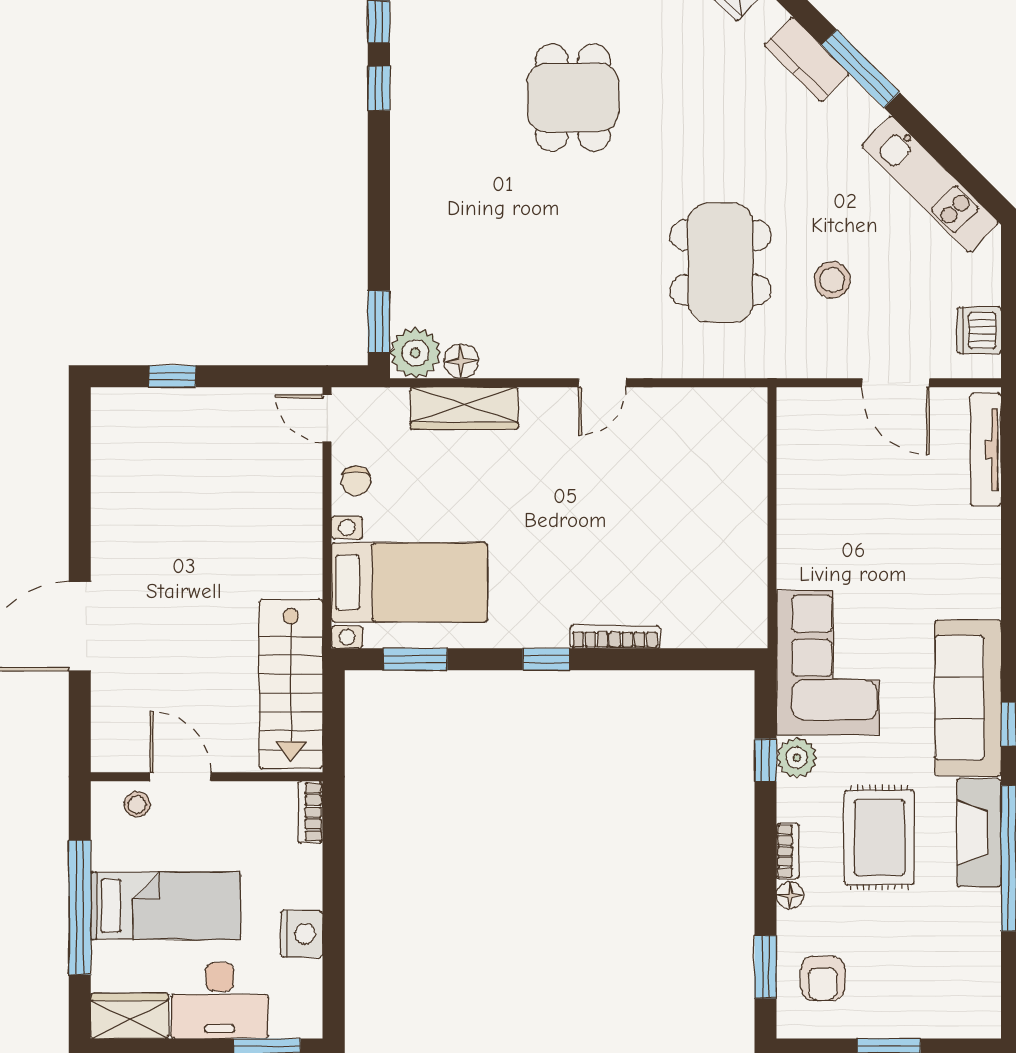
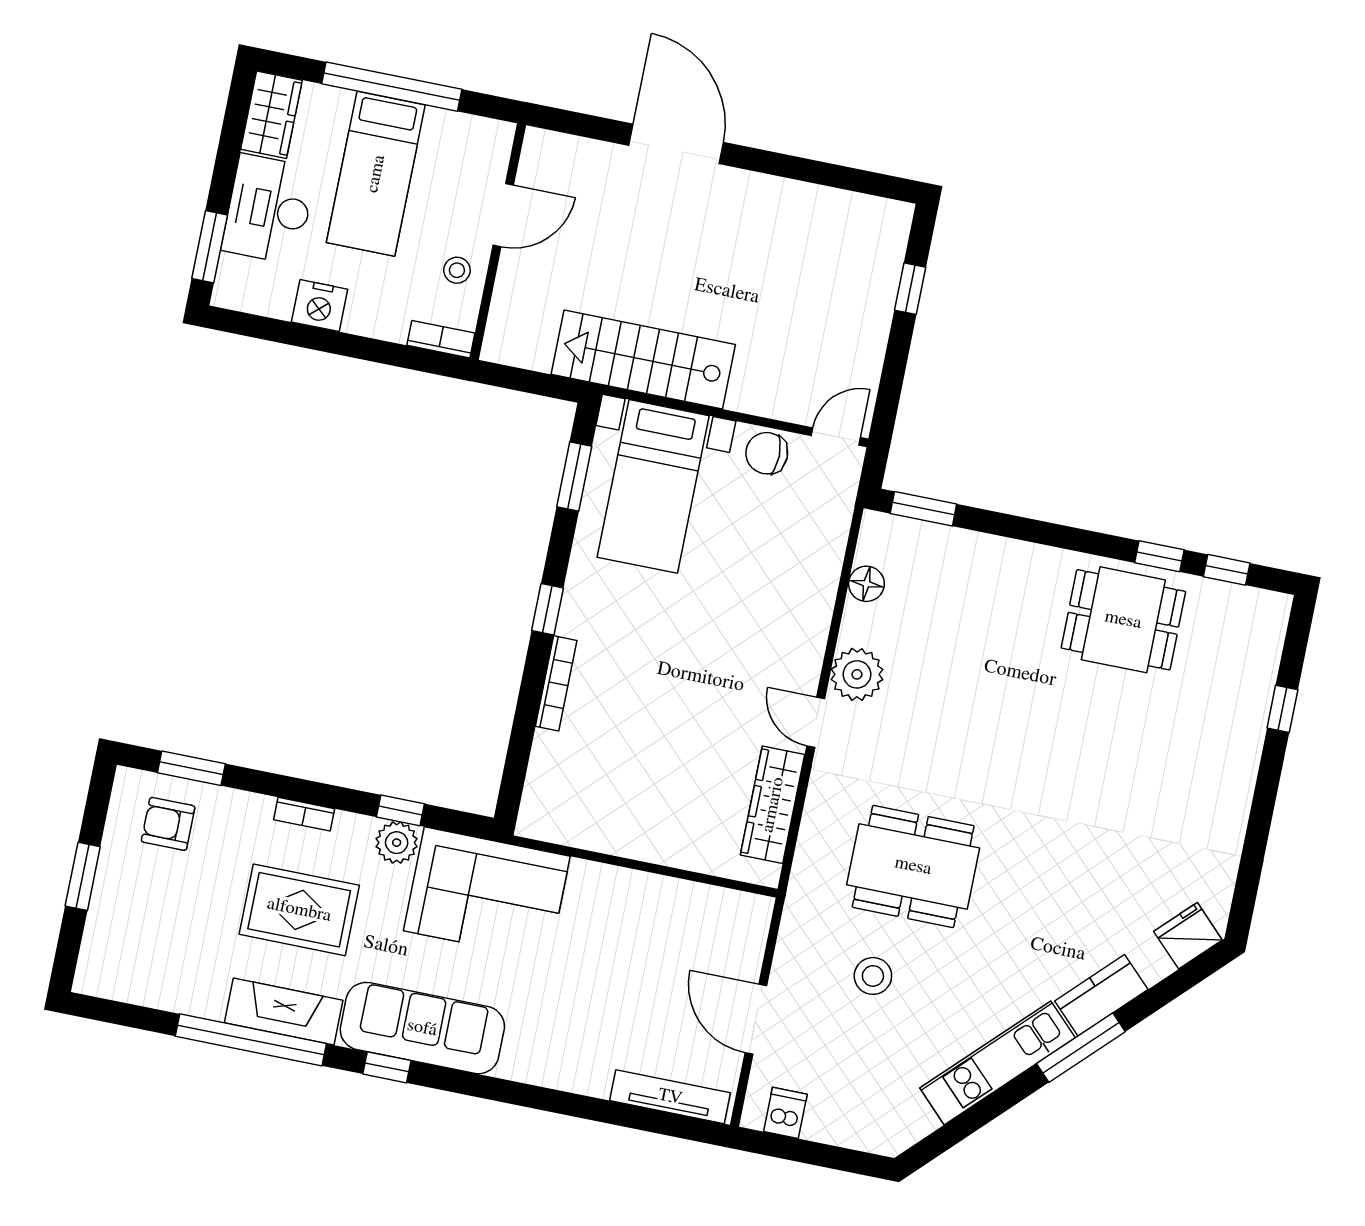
dining table: (573, 98) -> (1123, 620), moved
kitchen unit: (930, 184) -> (997, 1063), moved
dishwasher: (979, 330) -> (785, 1113), width x0.73
plant: (415, 353) -> (857, 674), moved
door: (896, 383) -> (756, 1019), hinge flipped
wardrobe: (464, 408) -> (773, 805), moved
chair: (356, 481) -> (767, 453), width x1.37, depth x1.37
stairs: (291, 684) -> (643, 359), moved
stool: (137, 804) -> (457, 270), moved
floor lamp: (790, 895) -> (259, 808), removed

